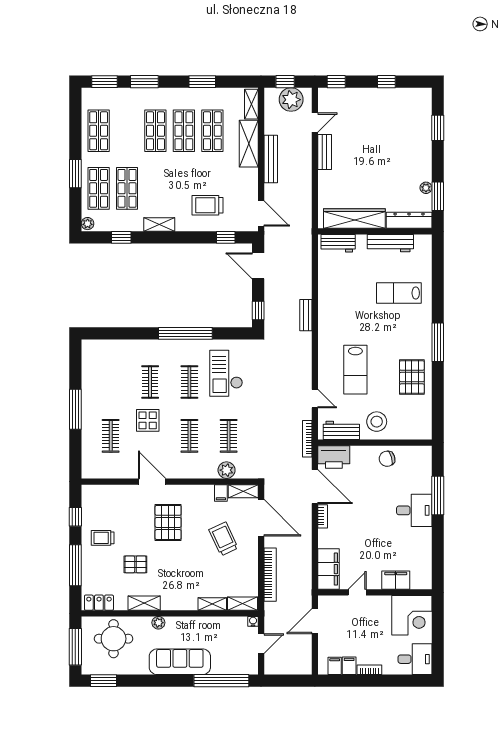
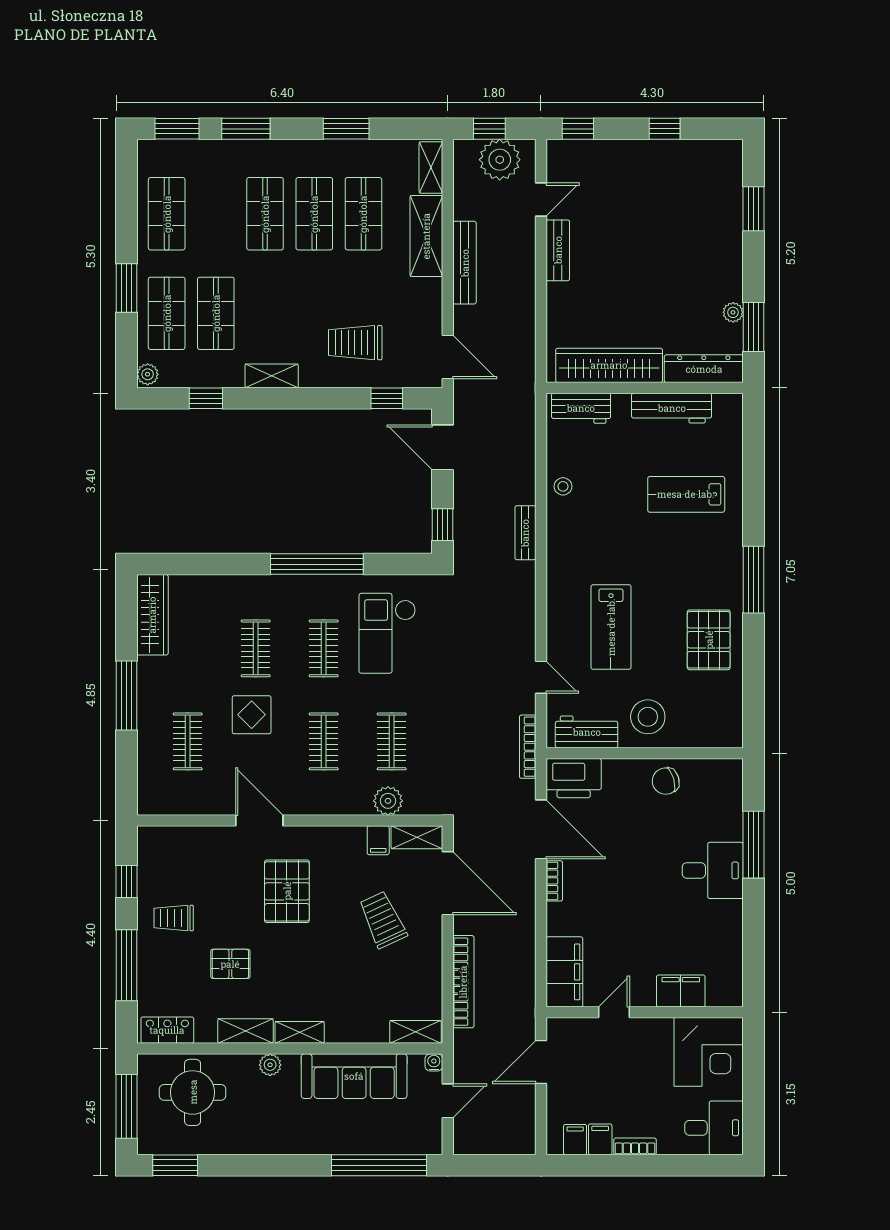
stool: (328, 288) -> (563, 486), added
wardrobe: (90, 363) -> (152, 615), added
shelving: (212, 604) -> (300, 1032), moved
sofa: (180, 662) -> (354, 1076), moved, turned 180

